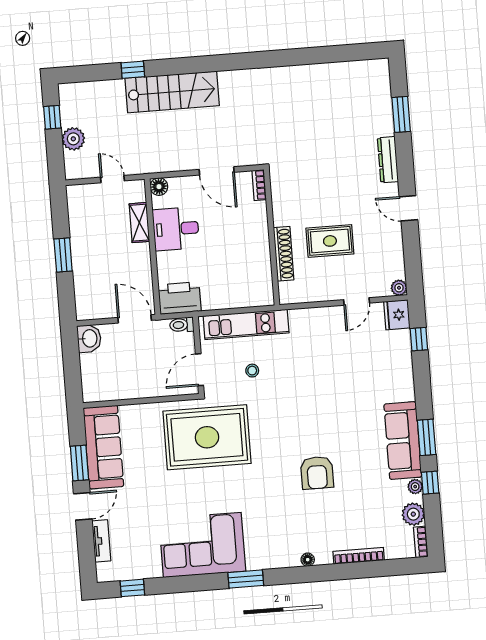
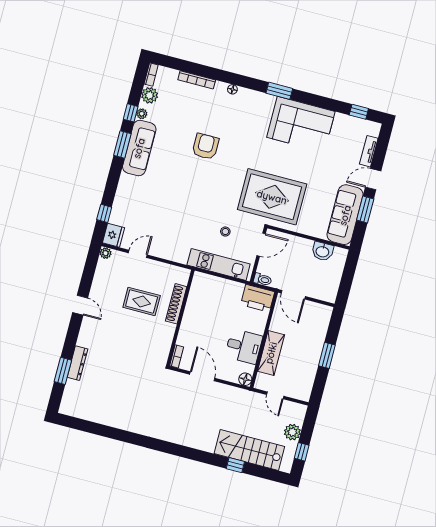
stairs: (172, 92) -> (249, 450), moved
dresser: (388, 160) -> (77, 363), moved
shelving: (139, 223) -> (271, 353), width x1.50, depth x1.33
washbasin: (89, 338) -> (323, 251), moved, turned -90

